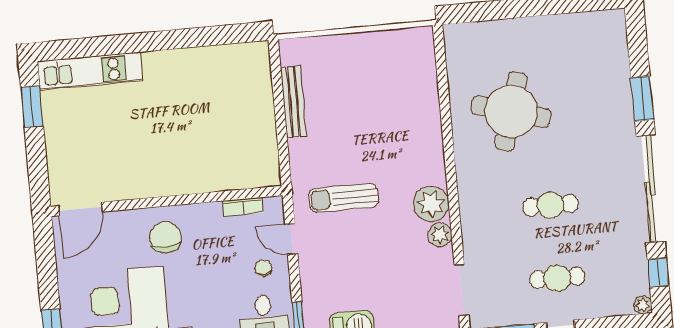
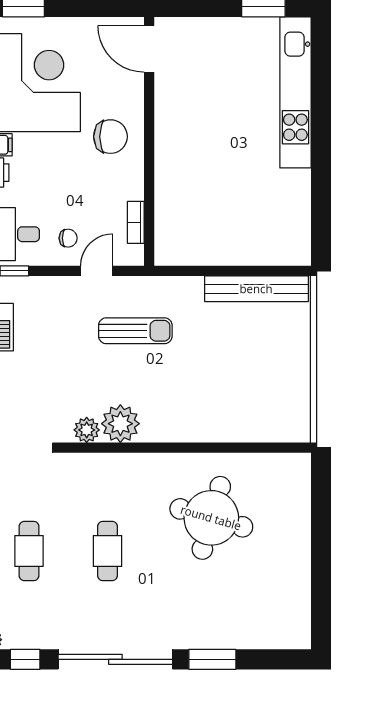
kitchen unit: (90, 71) -> (295, 92), width x1.36
bench: (293, 102) -> (256, 289), width x1.37, depth x1.21
sun lounger: (344, 198) -> (135, 331), turned 90

